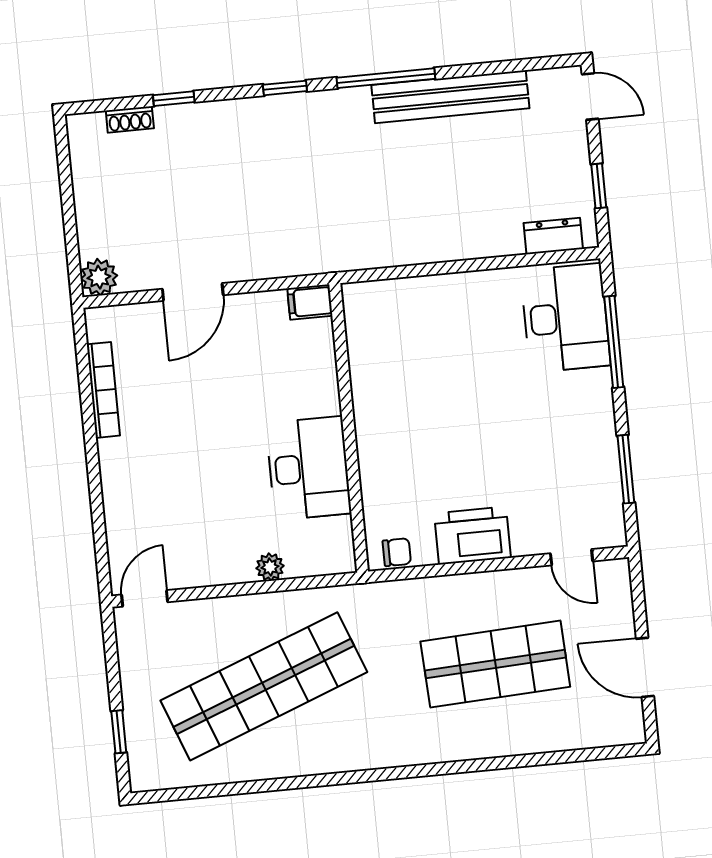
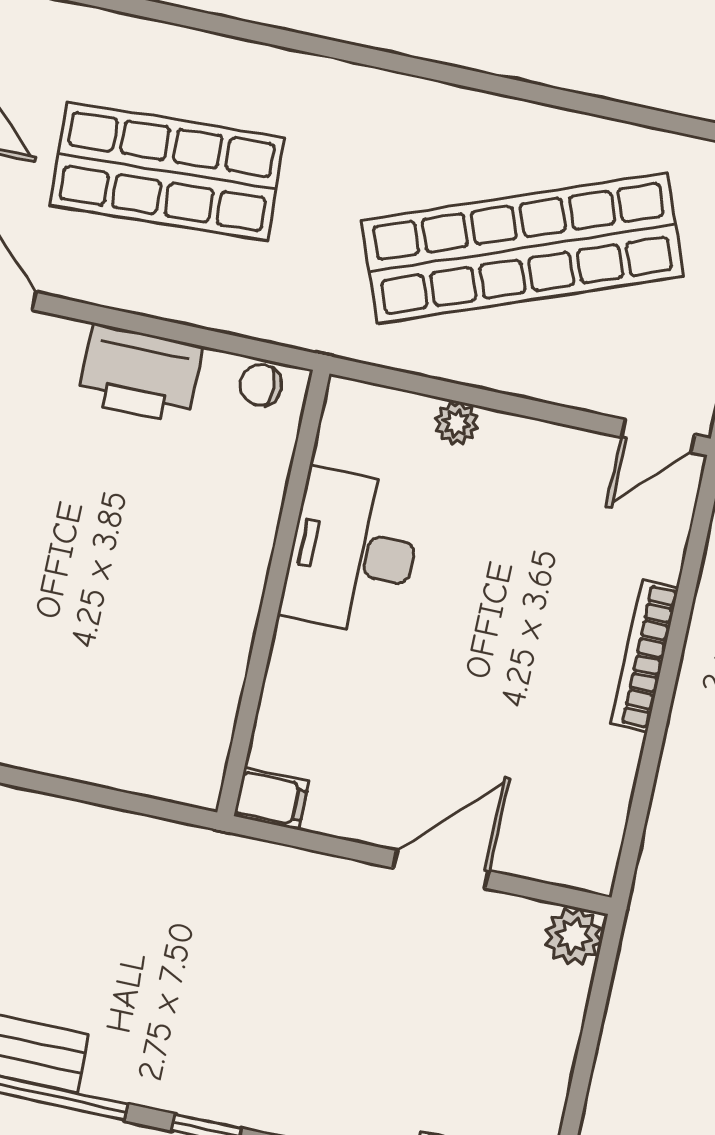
bookcase: (103, 390) -> (645, 656), moved

